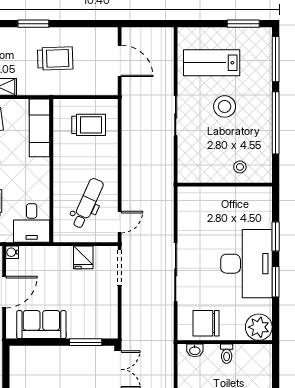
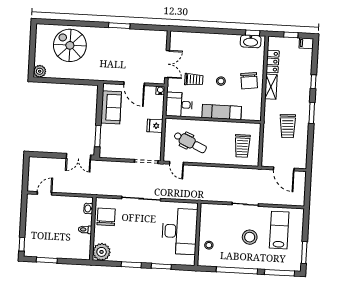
door: (120, 61) -> (284, 169), hinge flipped
exam couch: (39, 128) -> (222, 112), moved
fridge: (83, 257) -> (155, 126), moved
desk: (246, 264) -> (180, 231), moved, turned -90

